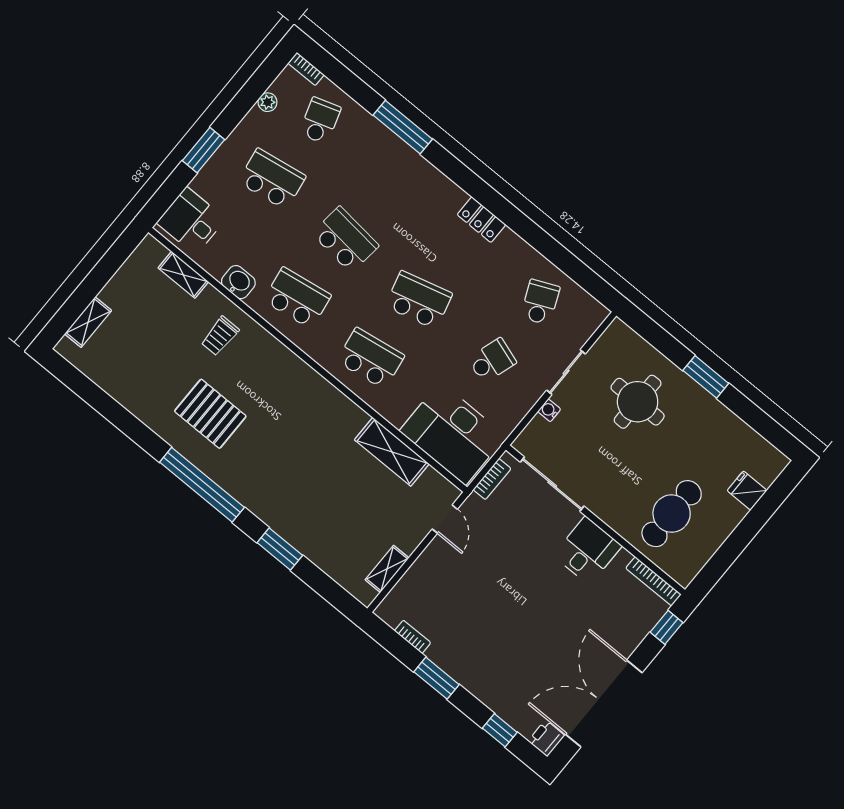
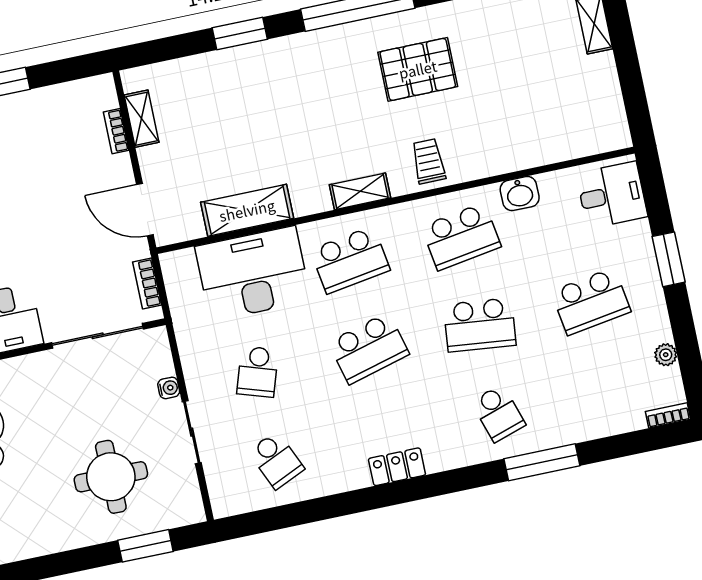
school desk: (320, 121) -> (498, 413), moved
shelving: (183, 275) -> (360, 191), moved
trolley: (220, 336) -> (428, 161), moved
window: (706, 377) -> (145, 546), moved
desk: (453, 433) -> (253, 274), moved
door: (445, 519) -> (145, 210), width x1.38
bookcase: (413, 637) -> (116, 131), moved, turned 90

